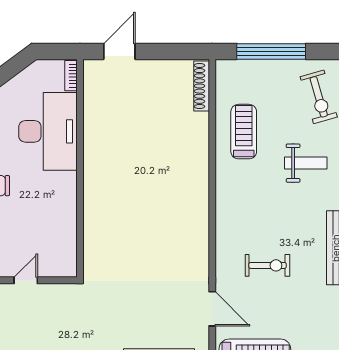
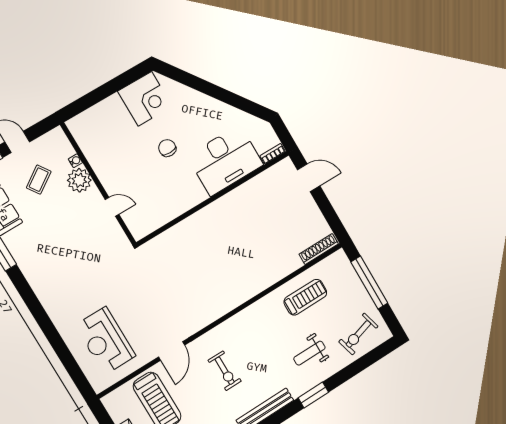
weight bench: (306, 163) -> (309, 353), turned 90

